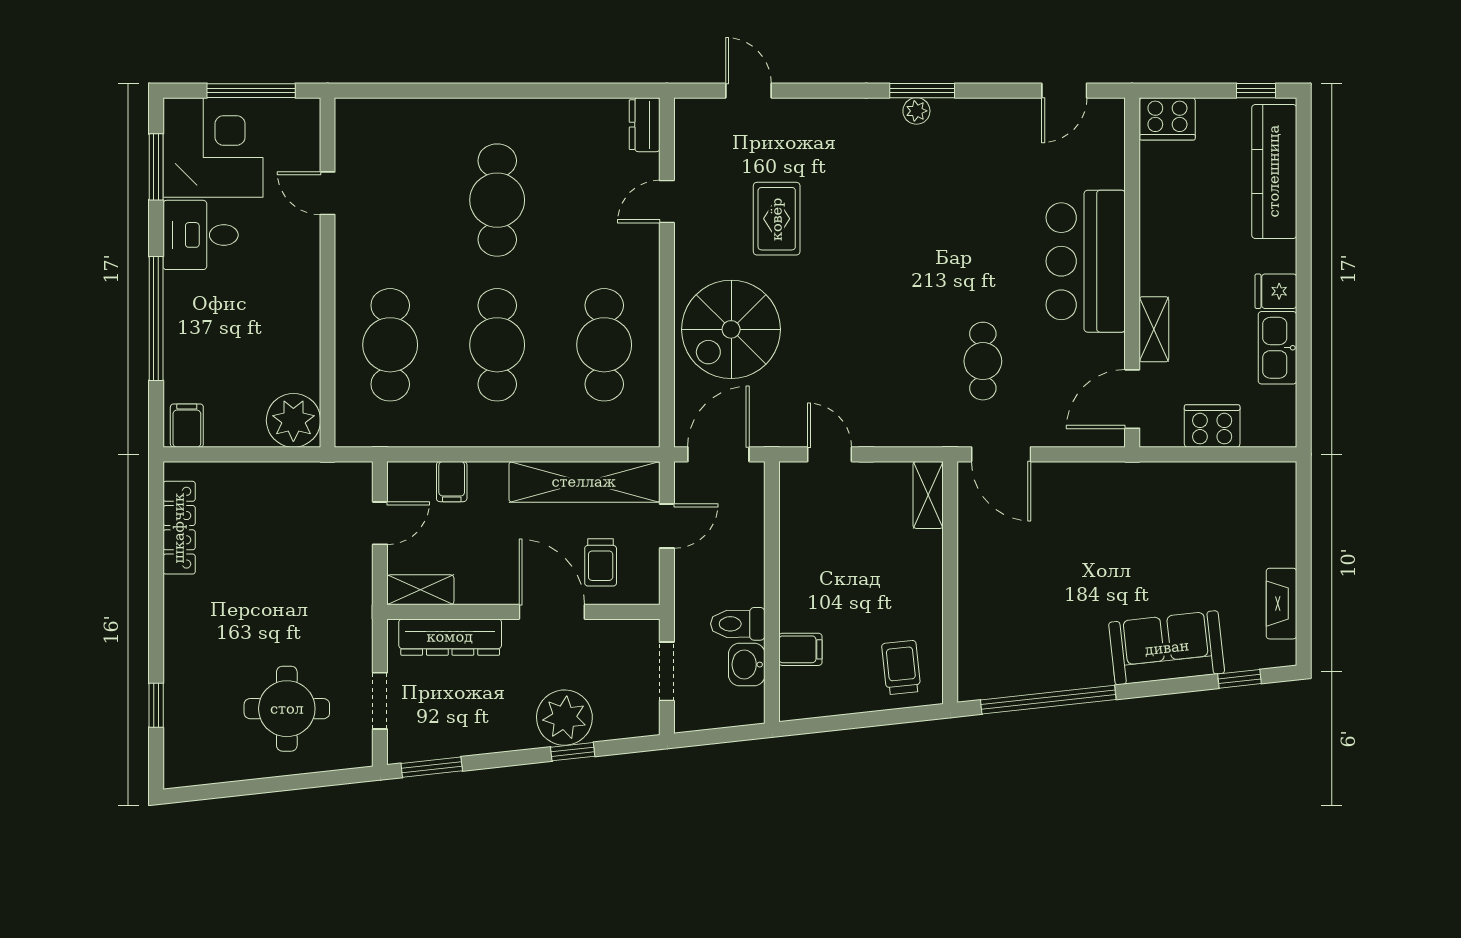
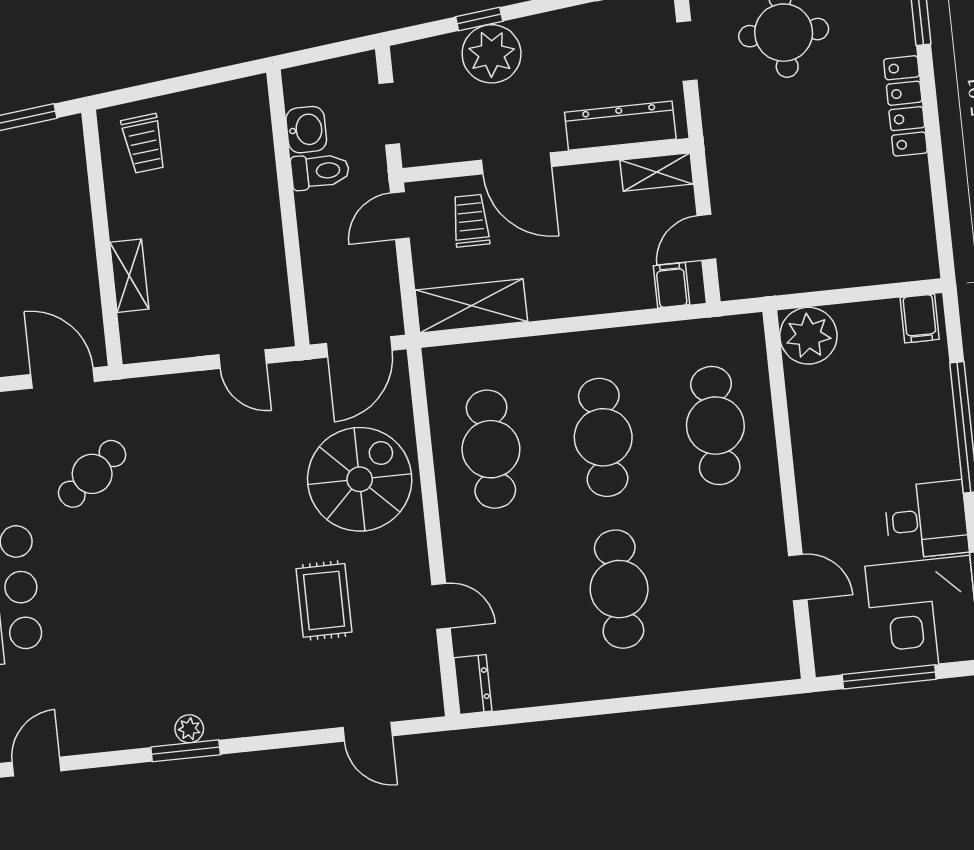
door: (667, 202) -> (441, 606), hinge flipped
cafe table: (983, 361) -> (92, 474), turned 51
filing cabinet: (452, 482) -> (671, 285), moved
shelving: (584, 482) -> (471, 306), width x0.68
shelving: (928, 495) -> (129, 276), moved
door: (667, 526) -> (400, 216), moved
locker: (179, 528) -> (906, 106), moved
filing cabinet: (800, 649) -> (252, 151), removed

